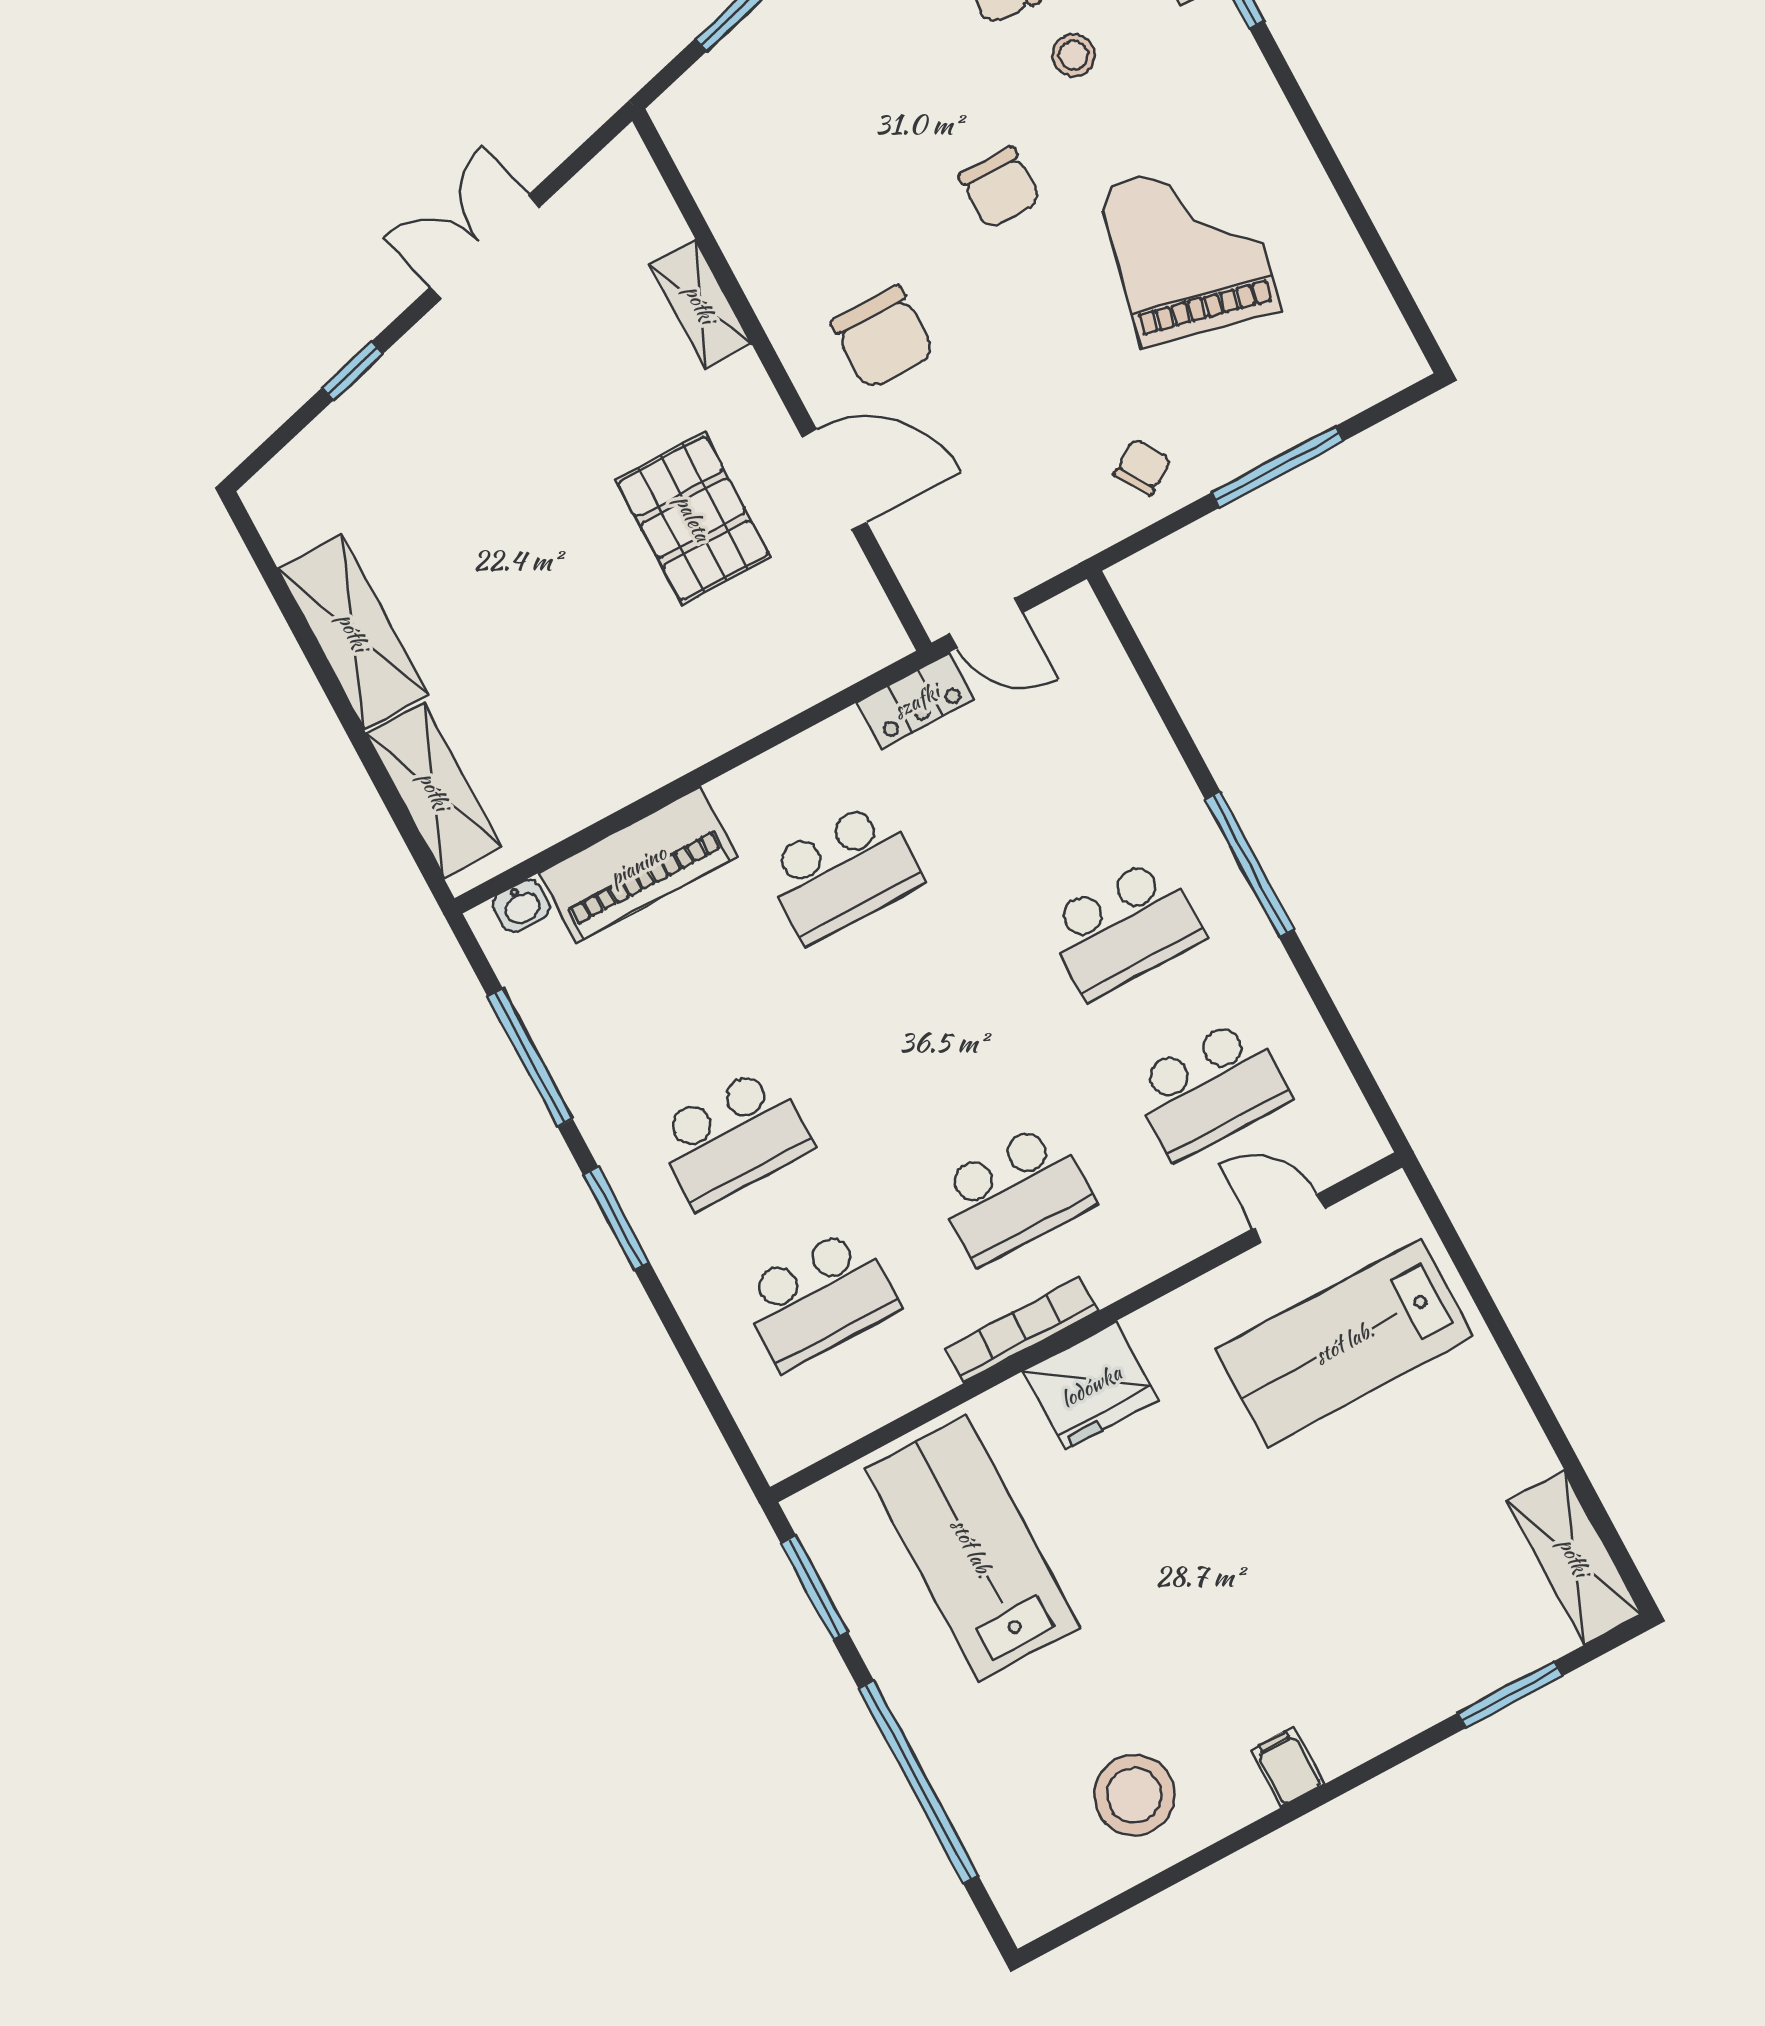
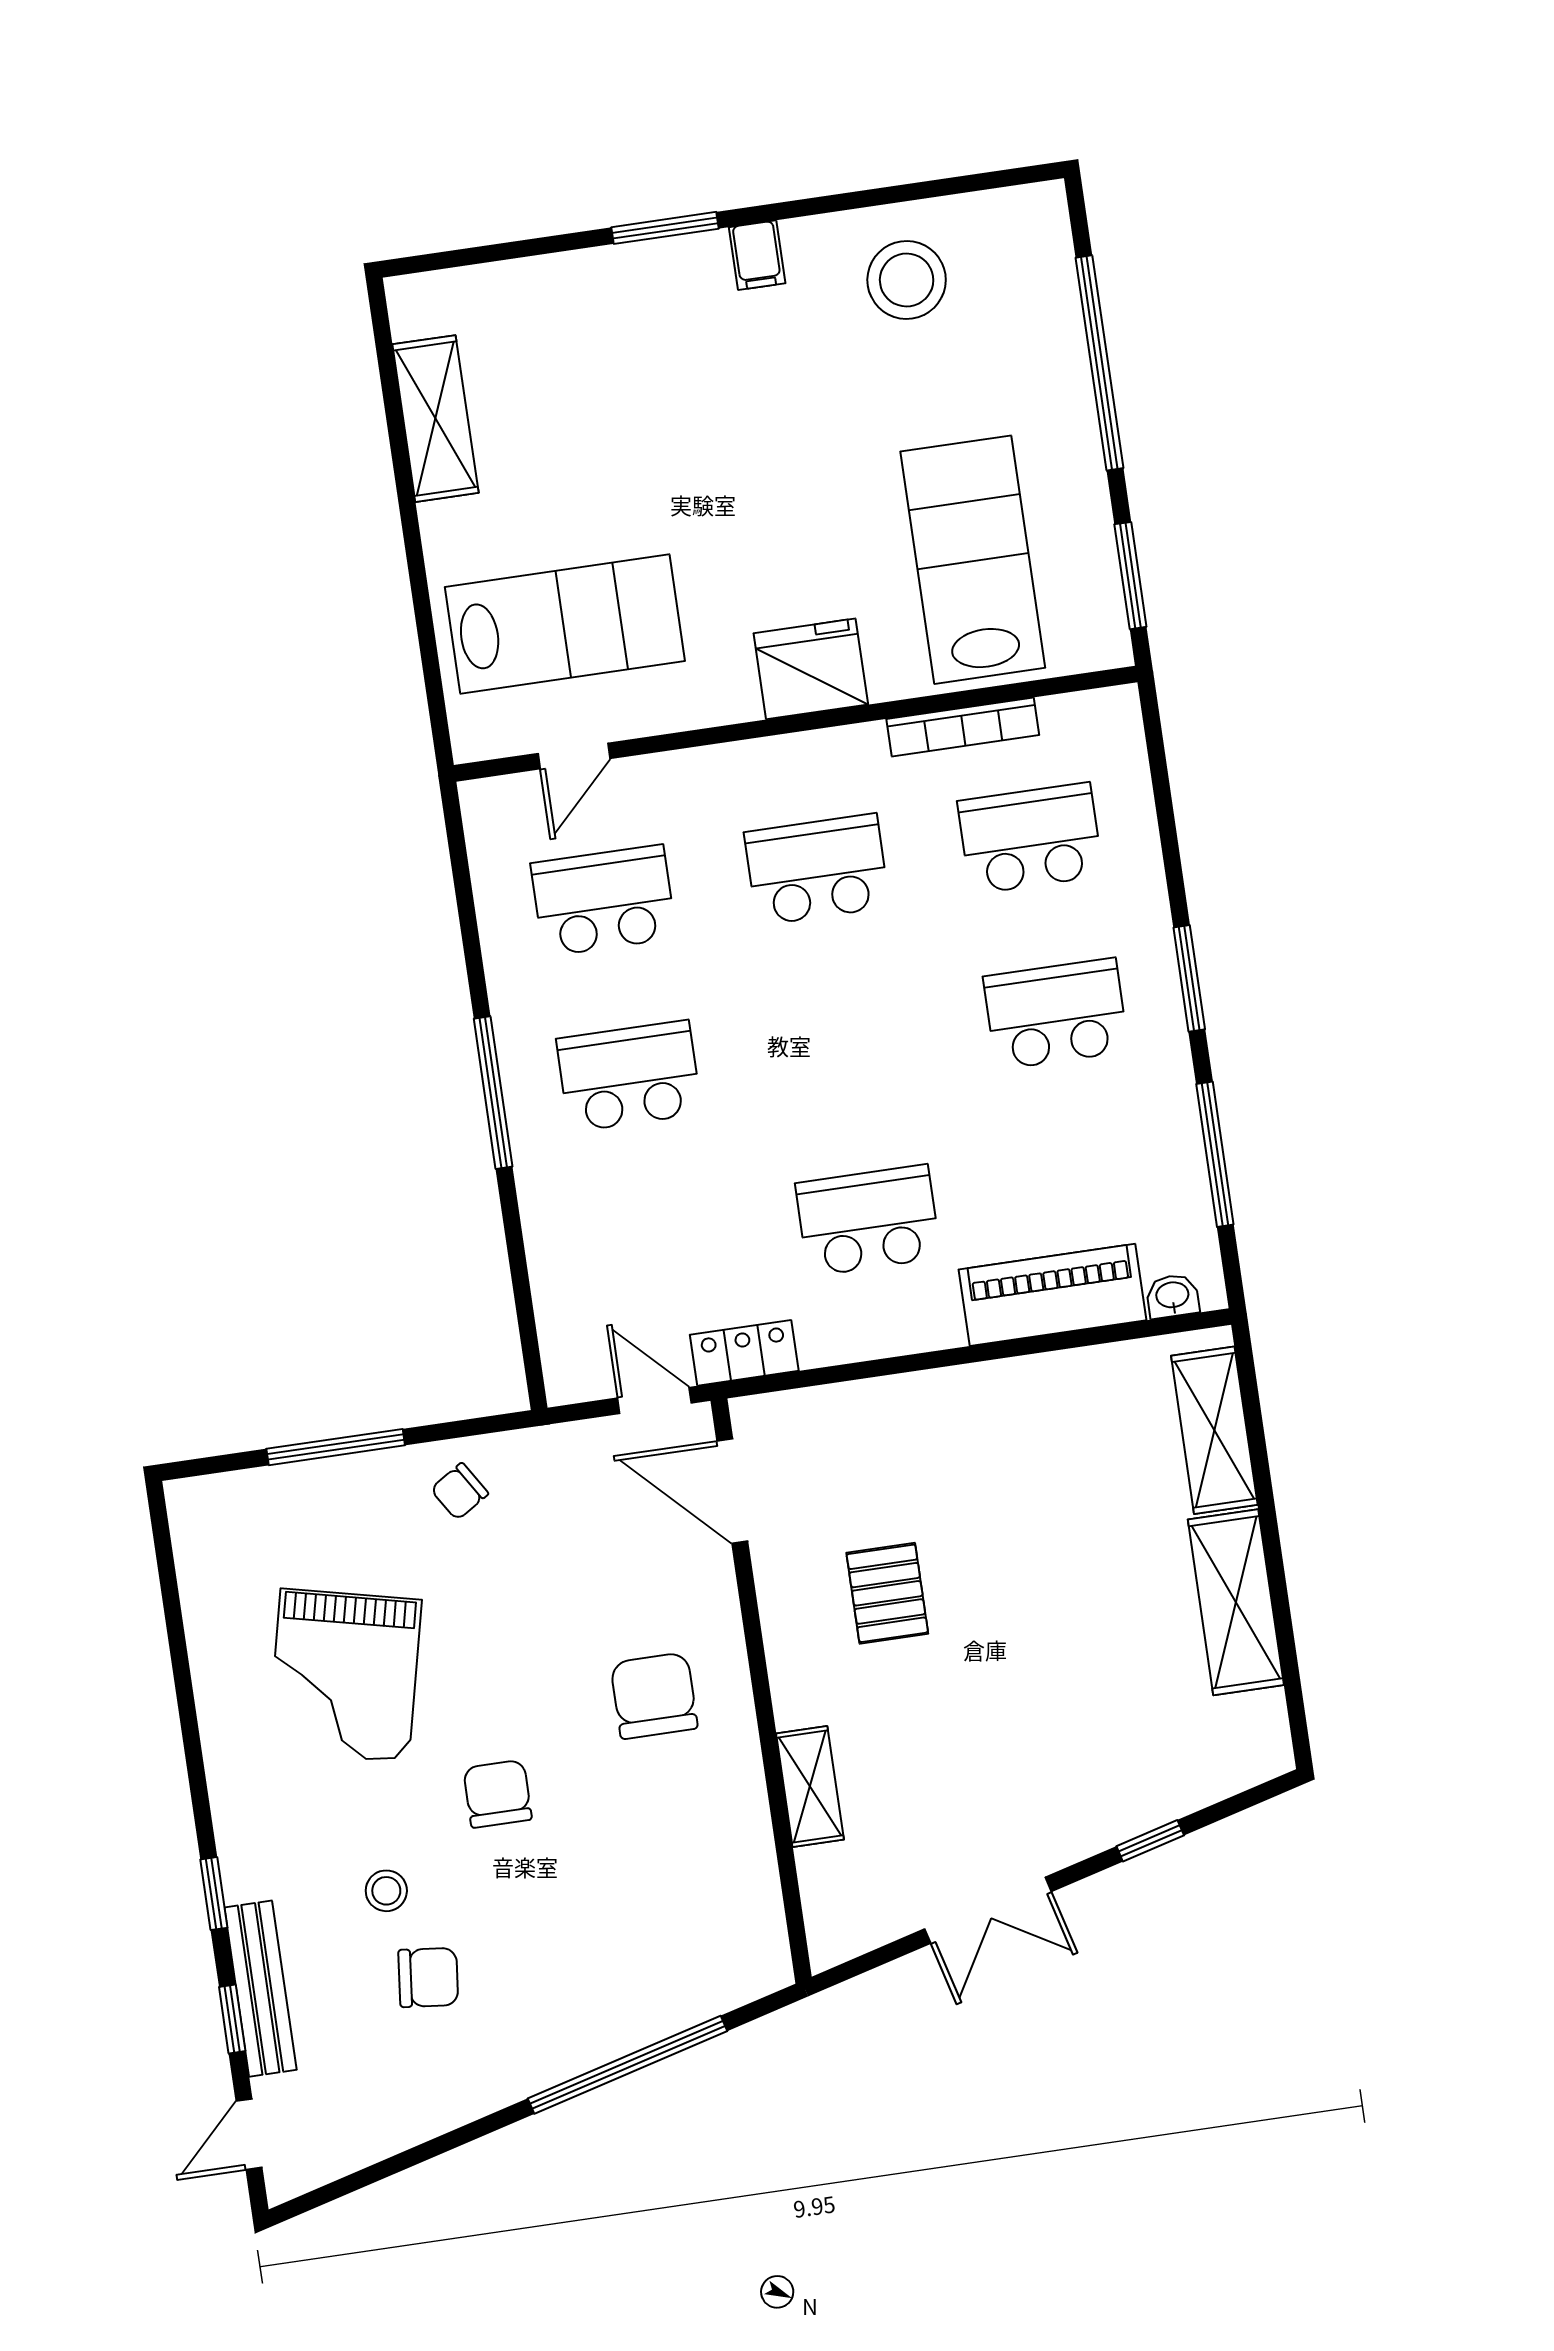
door: (834, 480) -> (732, 1491), moved
pallet: (693, 518) -> (887, 1593), width x0.67, depth x0.71
door: (1289, 1218) -> (574, 756), hinge flipped
bookcase: (1021, 1330) -> (963, 727), moved
lab bench: (972, 1548) -> (973, 560), turned 180
shelving: (1574, 1557) -> (435, 419), moved
window: (1510, 1695) -> (665, 228), moved

